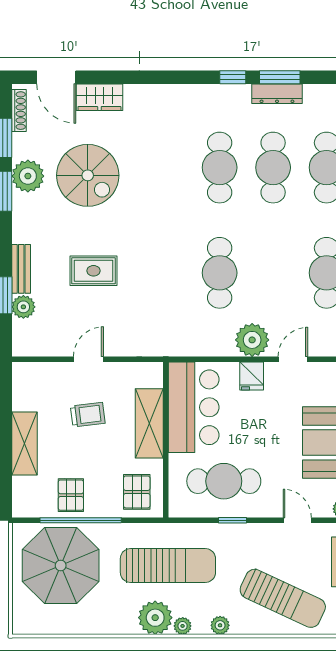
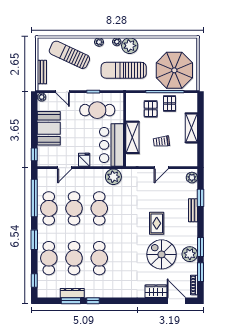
rug: (94, 271) -> (157, 223), moved, turned 90
cafe table: (273, 273) -> (74, 208), added
plant: (23, 307) -> (192, 178), moved
plant: (252, 340) -> (113, 177), moved
pallet: (137, 492) -> (151, 109), moved

